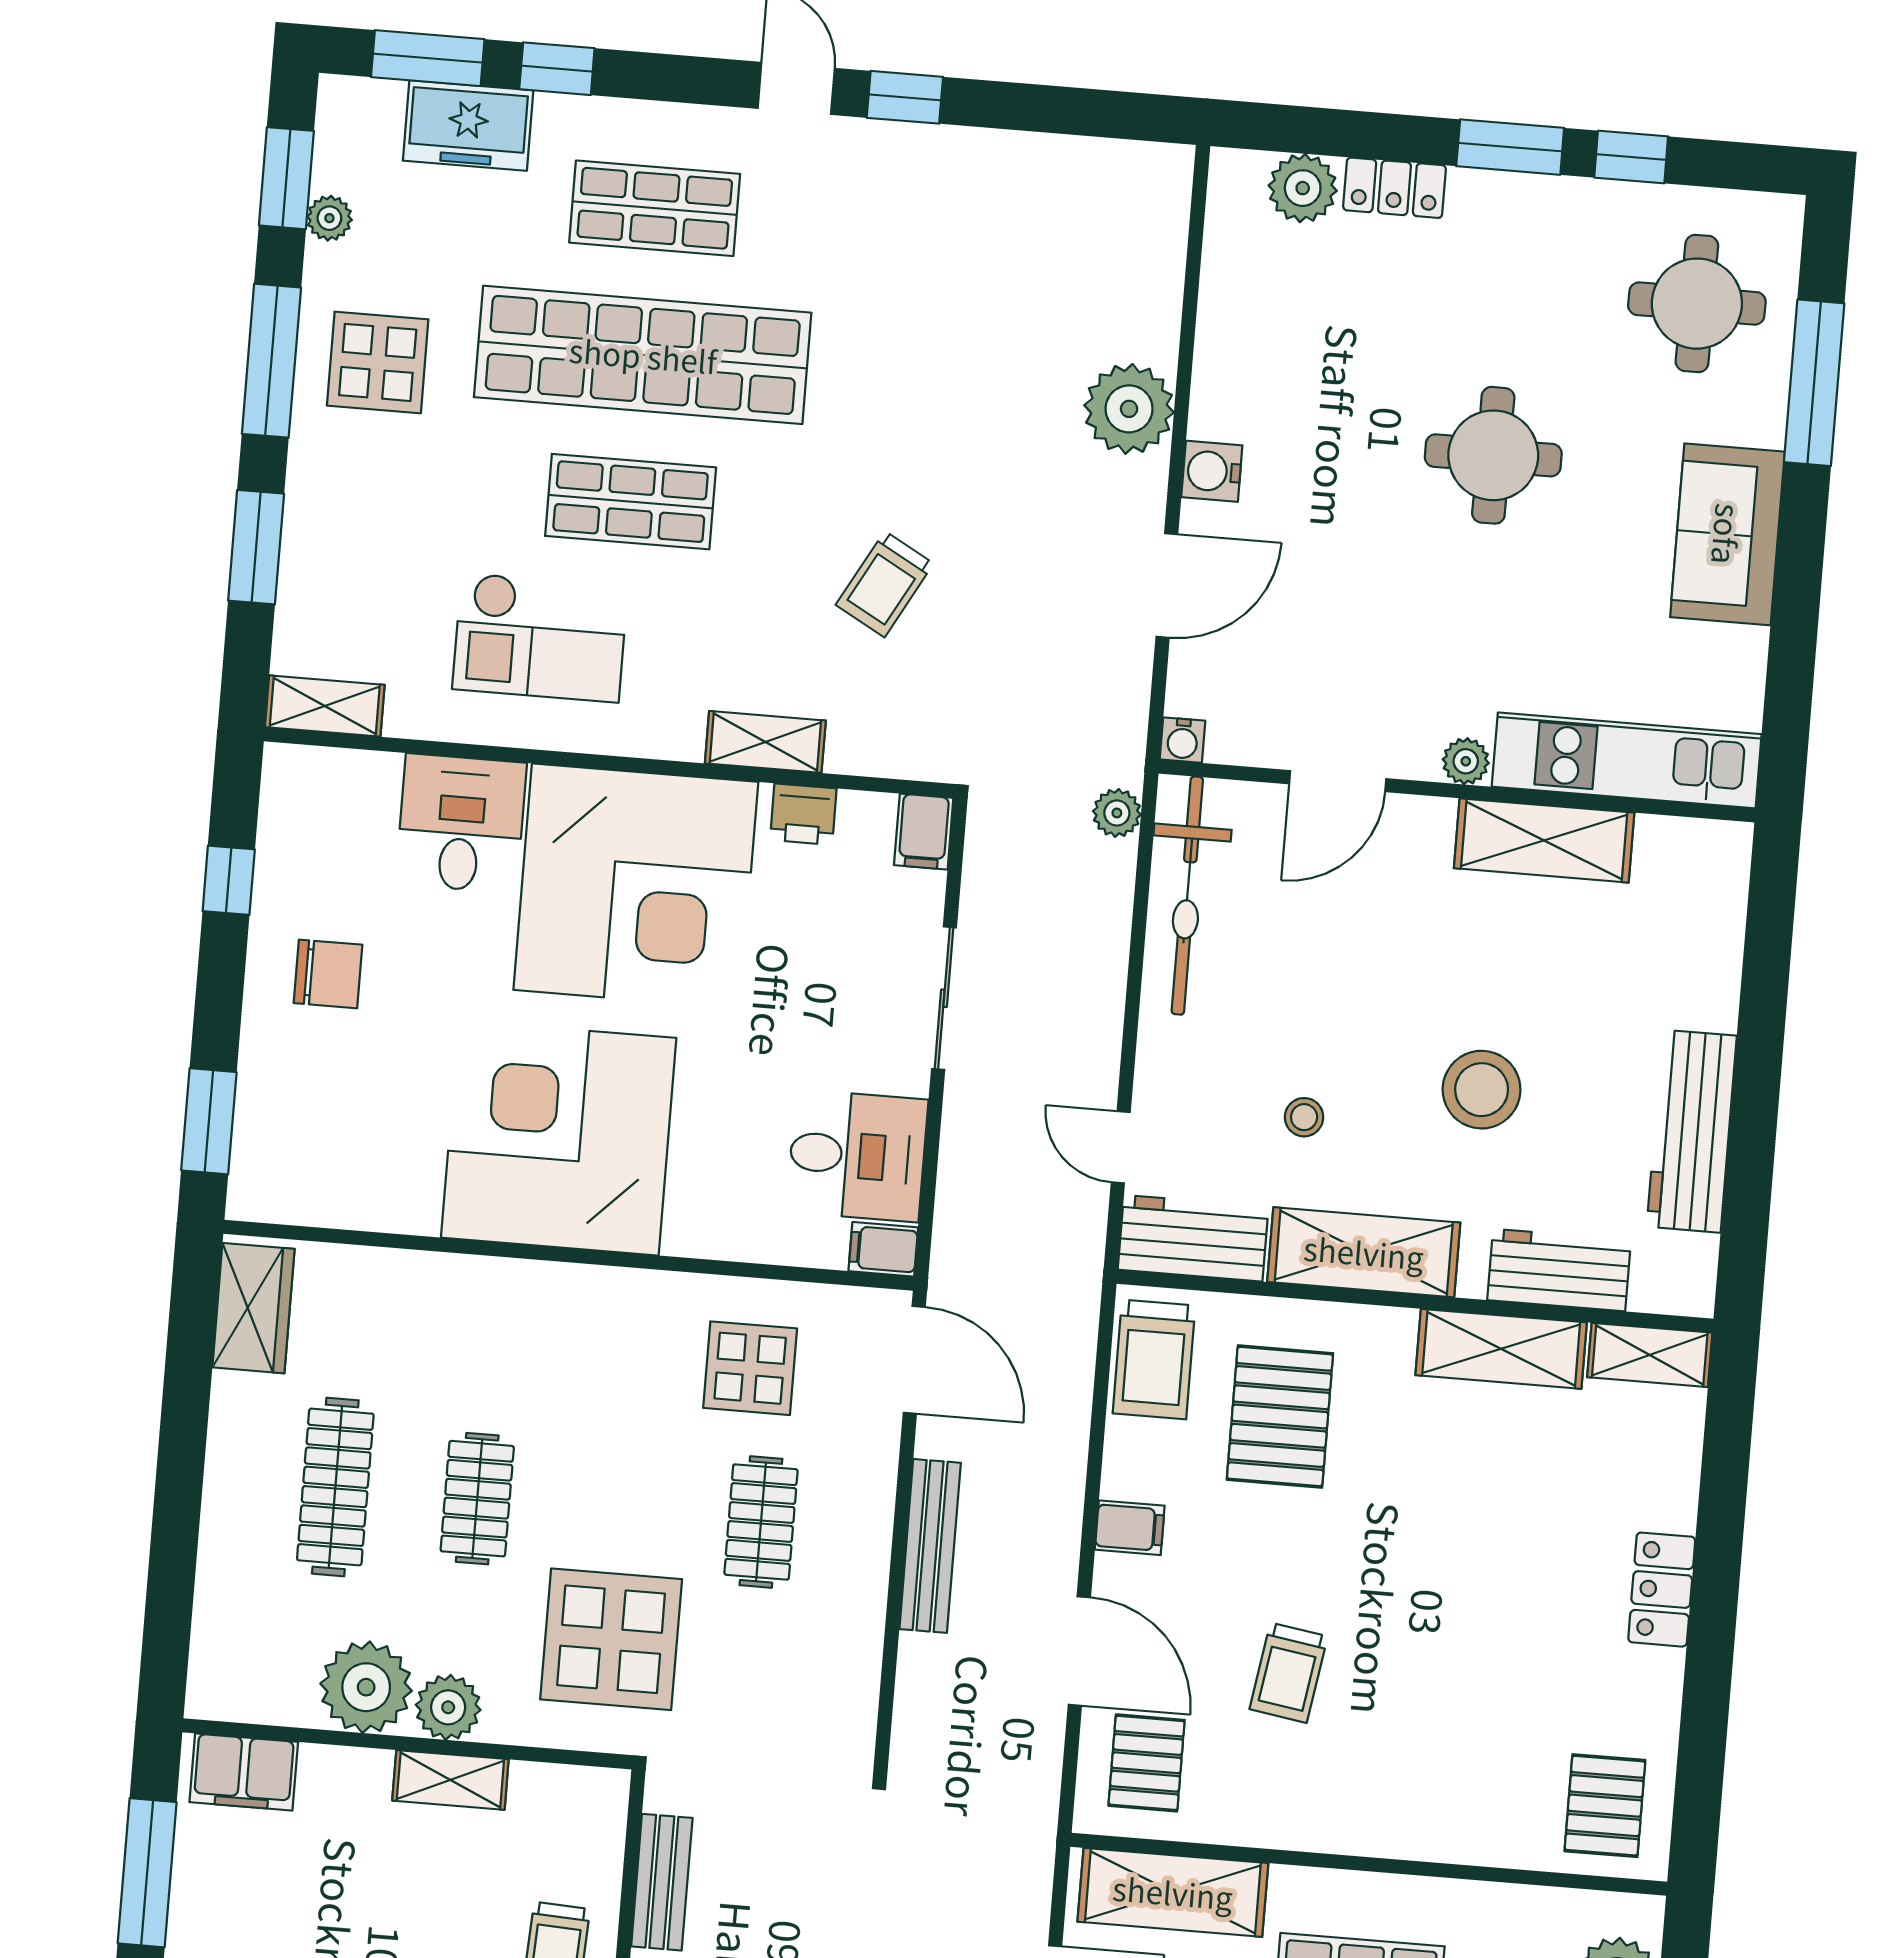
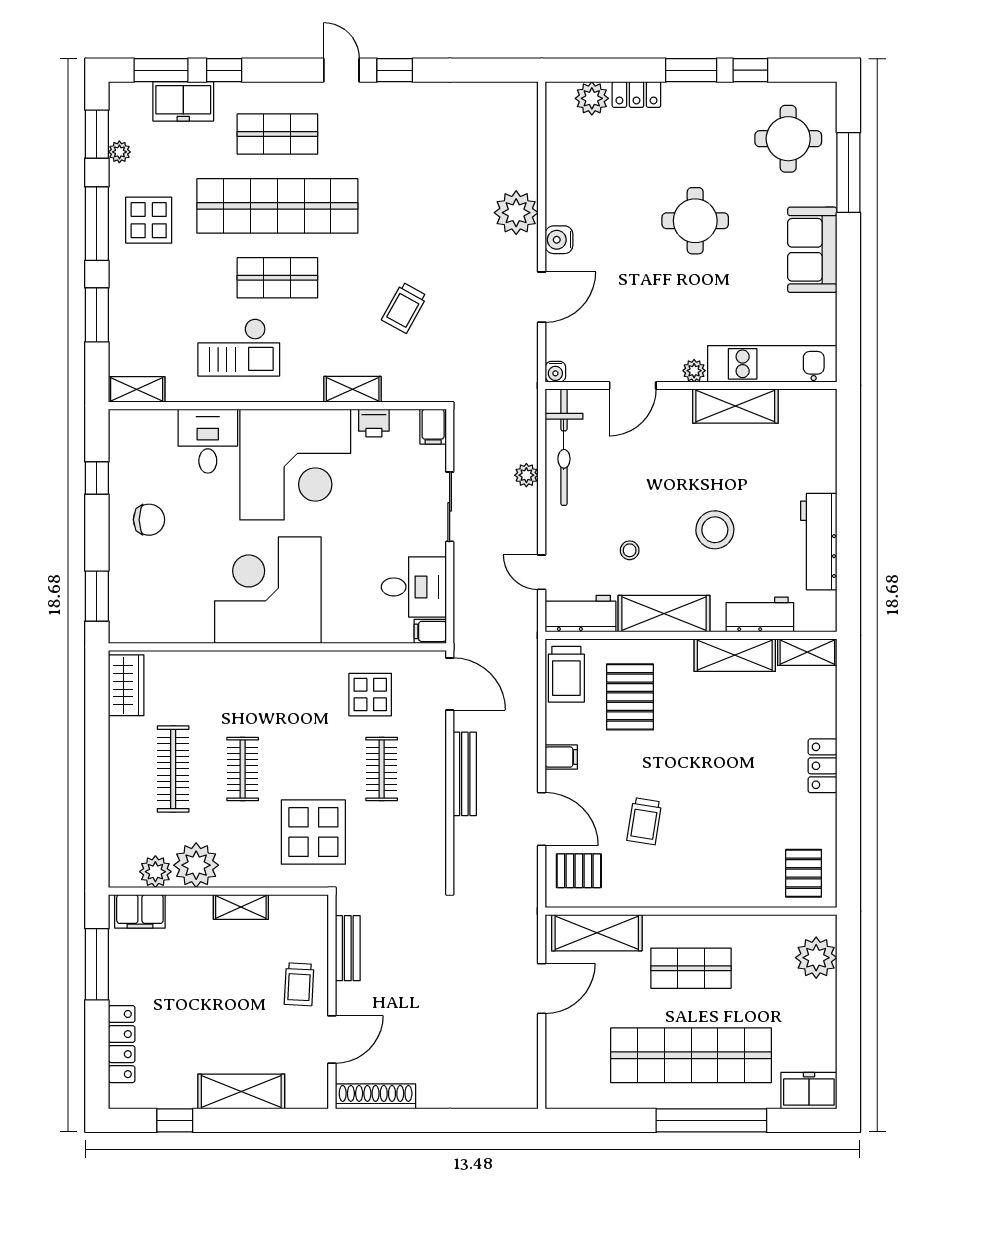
plant: (1117, 813) -> (526, 475), moved
plant: (448, 1707) -> (155, 872), moved
pallet: (1147, 1763) -> (579, 871), turned 90

